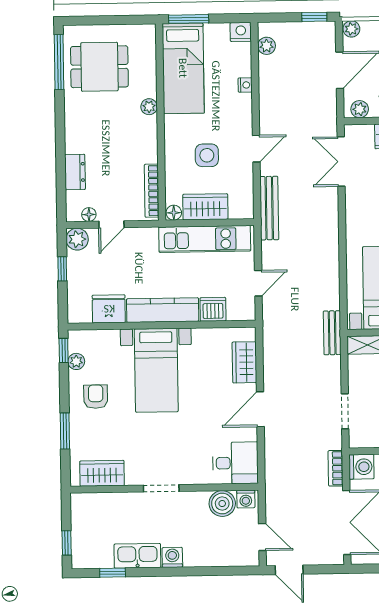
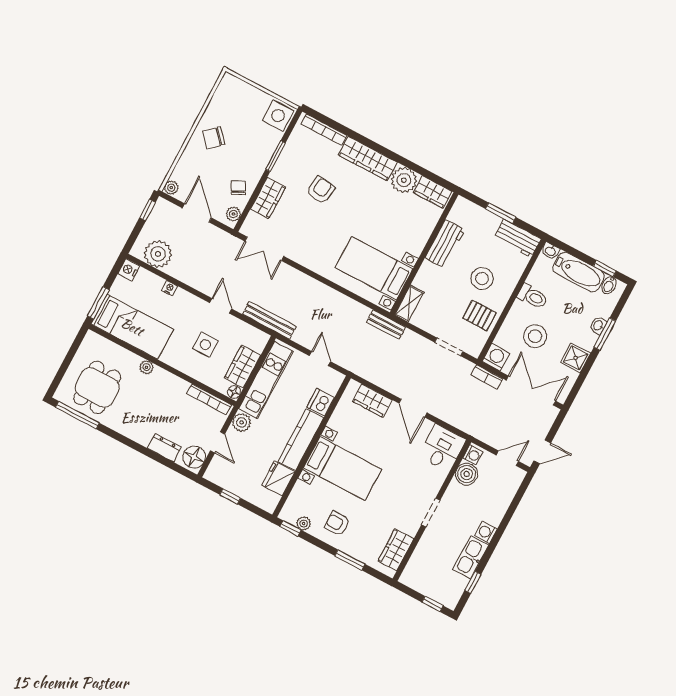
plant: (267, 46) -> (158, 254), width x1.87, depth x1.87
floor lamp: (89, 215) -> (194, 457), width x1.89, depth x1.89
plant: (77, 239) -> (242, 422), moved

